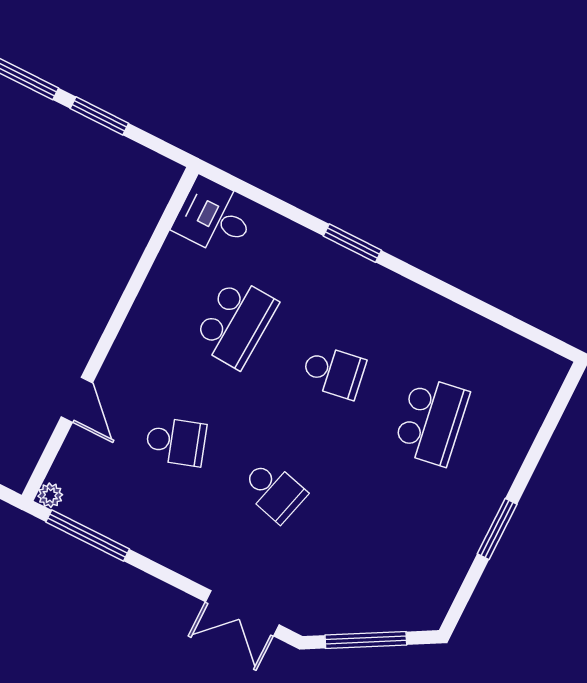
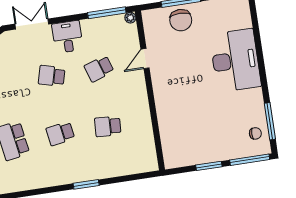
desk: (215, 217) -> (67, 37), moved, turned -90
school desk: (236, 323) -> (108, 126), width x0.54
door: (77, 400) -> (145, 59), hinge flipped

